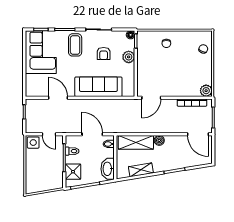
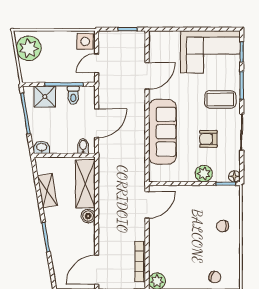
door: (151, 98) -> (147, 205), swing flipped
washbasin: (108, 169) -> (42, 147), width x0.52, depth x0.69
plant: (38, 183) -> (29, 48), added

